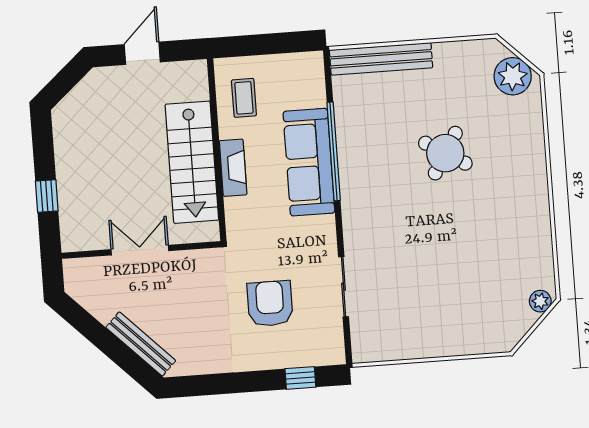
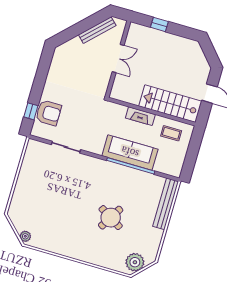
stairs: (192, 162) -> (170, 104), moved
armchair: (270, 304) -> (48, 113), moved
bench: (141, 344) -> (97, 30), moved

